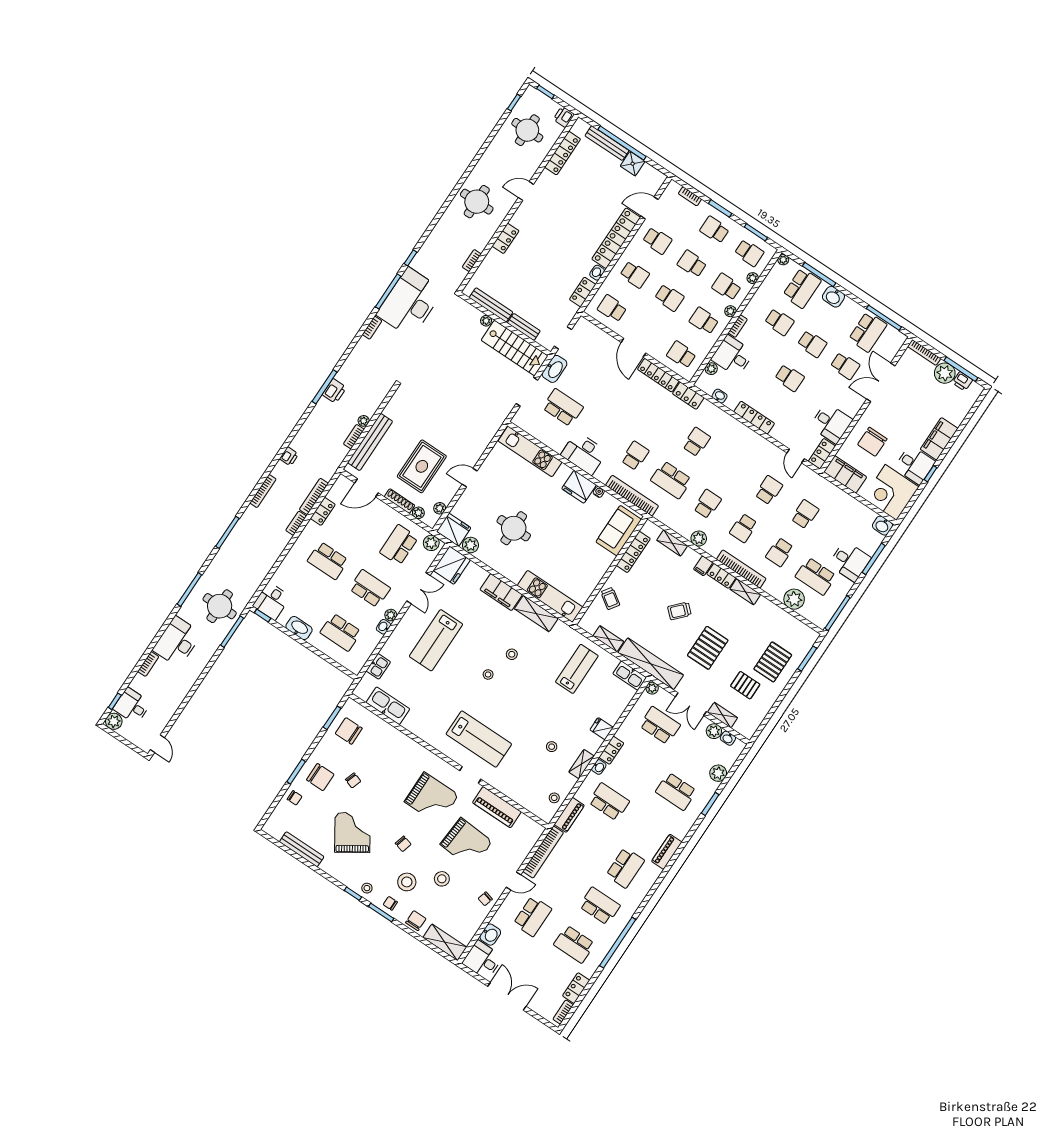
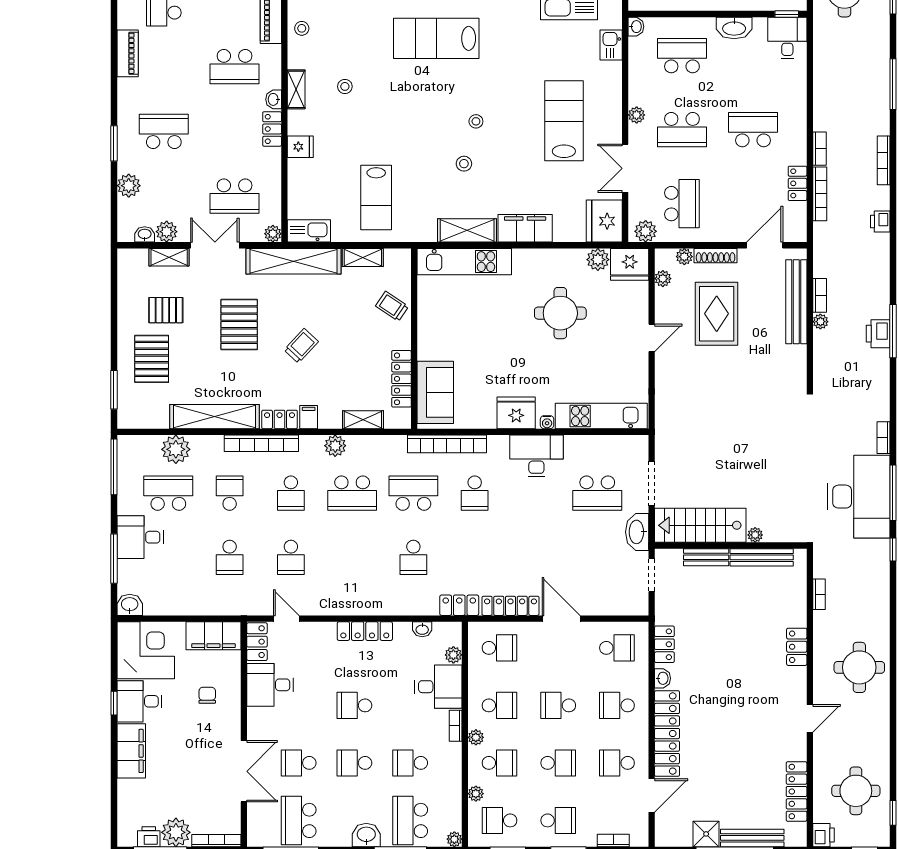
chair: (872, 442) -> (207, 695), width x0.54, depth x0.54
water cooler: (599, 492) -> (547, 422), moved
school desk: (707, 504) -> (352, 493), width x1.85
school desk: (743, 528) -> (291, 493), turned 180
shelving: (745, 592) -> (215, 417), width x2.20, depth x1.33
washbasin: (384, 627) -> (636, 27), moved

